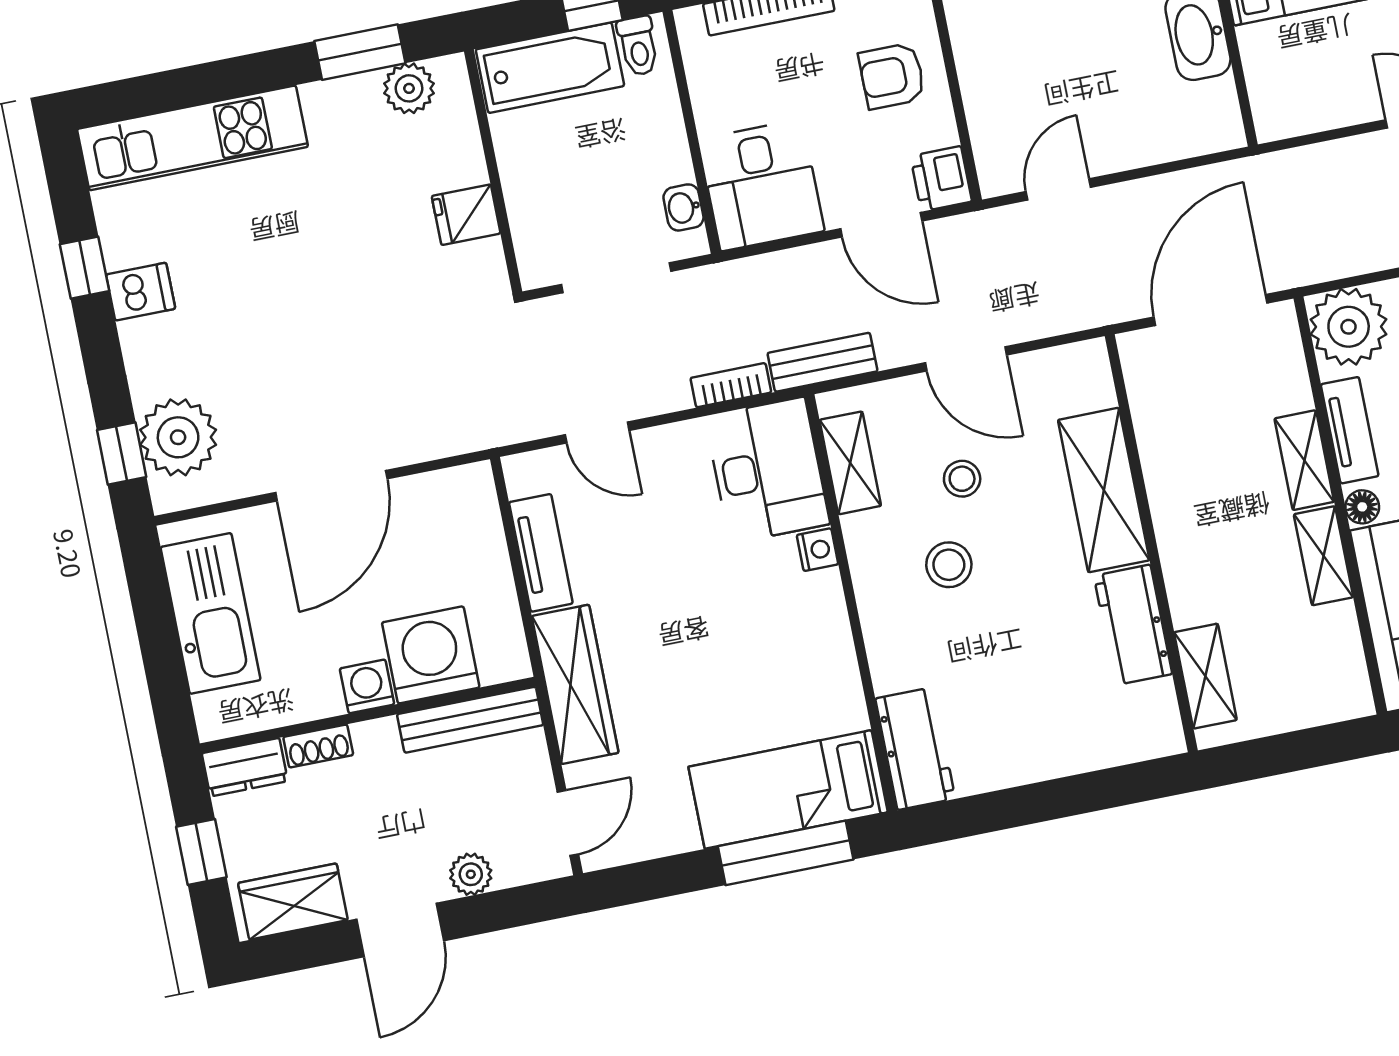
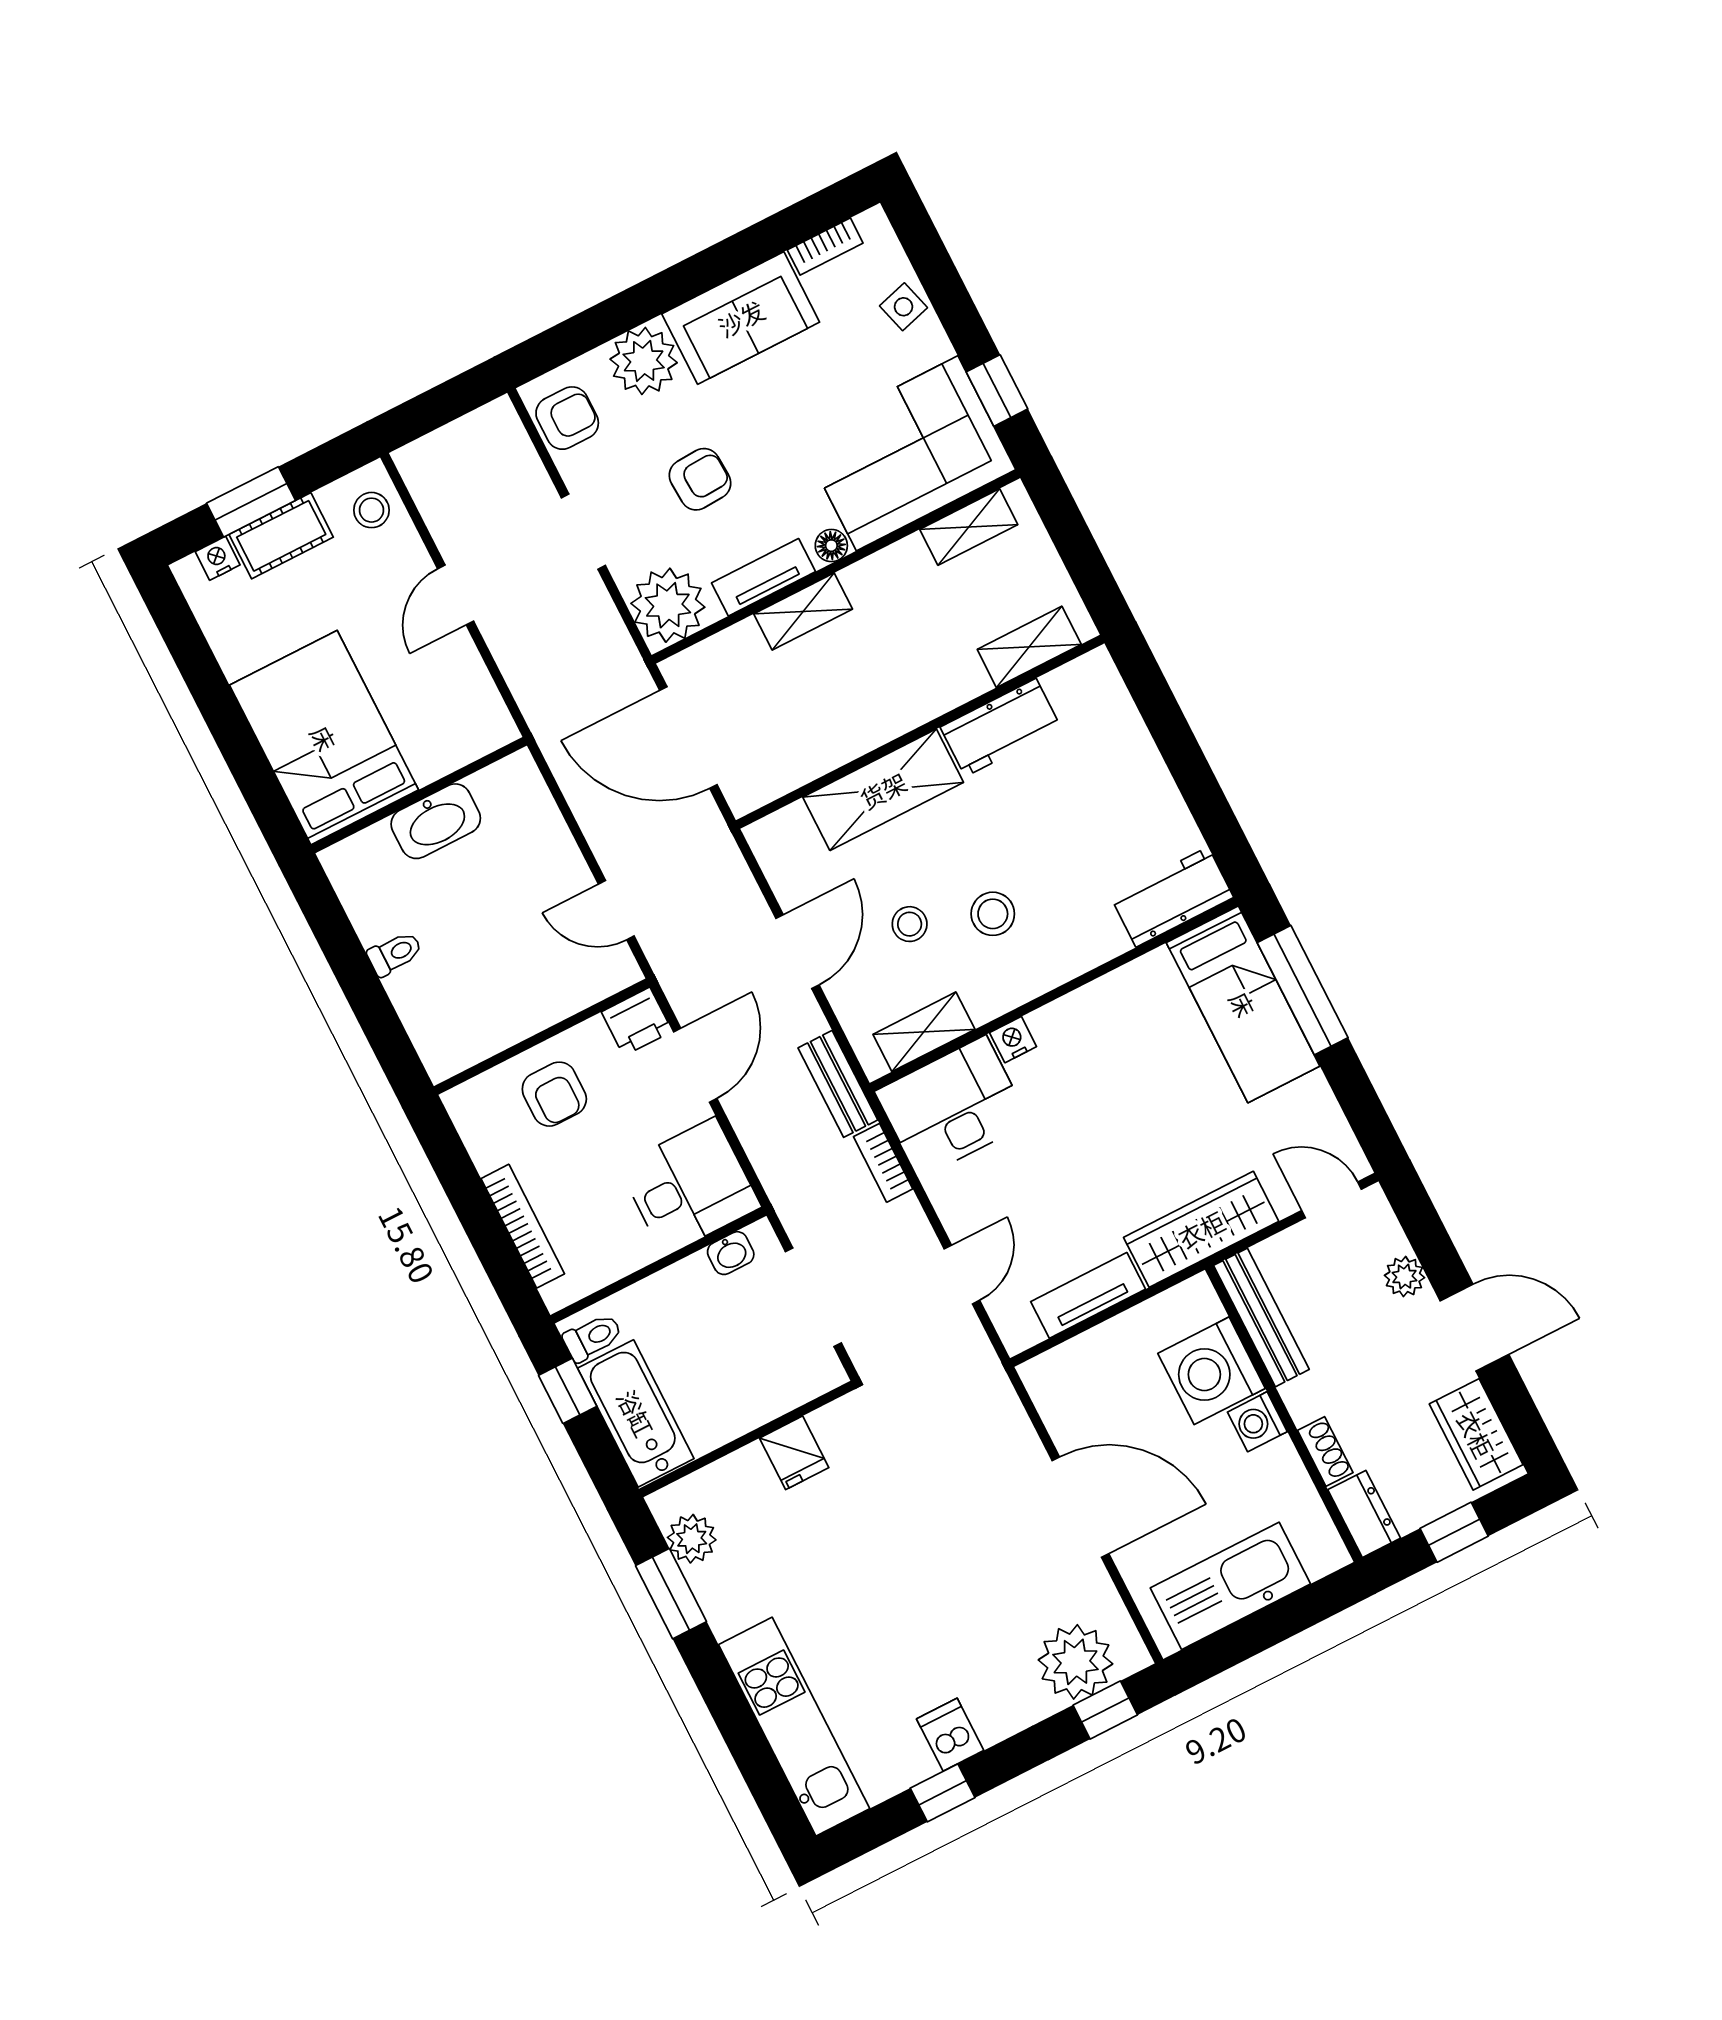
shelving: (1324, 556) -> (969, 527), moved

